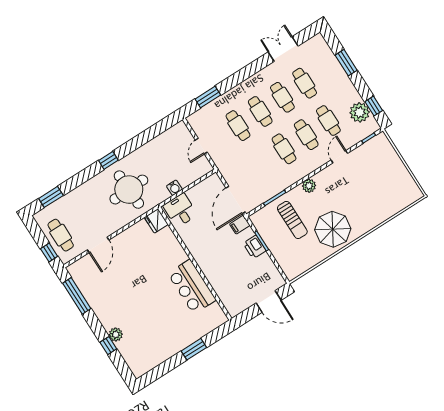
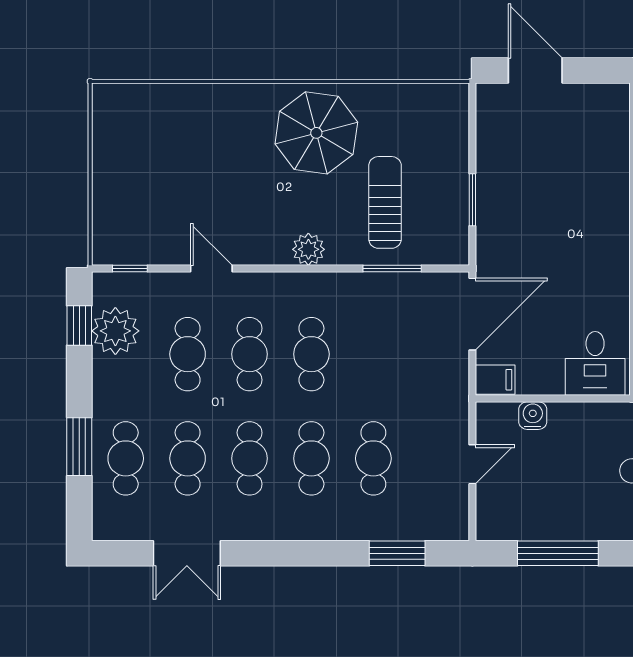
cafe table: (327, 69) -> (126, 458), added
window: (150, 134) -> (558, 553), added
door: (339, 157) -> (211, 269), swing flipped
water cooler: (174, 188) -> (533, 416), moved
filing cabinet: (240, 225) -> (495, 380), moved
printer: (255, 247) -> (494, 197), removed

